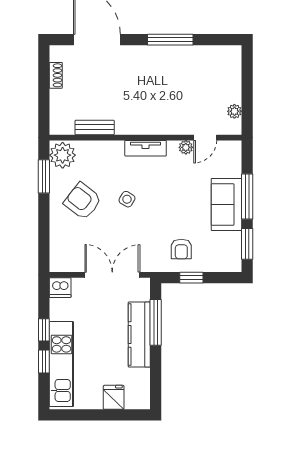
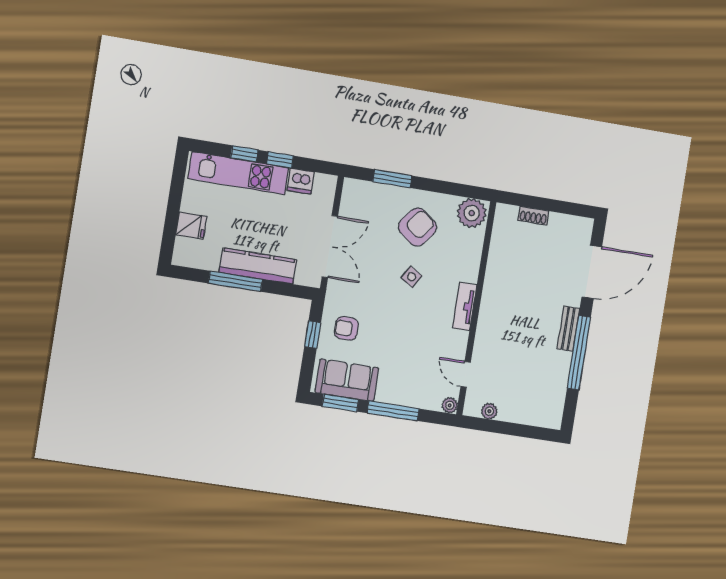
window: (170, 40) -> (579, 353), width x1.46
shoe rack: (56, 75) -> (533, 216), moved
bench: (95, 127) -> (568, 329), moved
plant: (186, 147) -> (450, 405), moved
window: (44, 176) -> (392, 179), moved
sofa: (226, 204) -> (347, 380), moved
dishwasher: (60, 288) -> (301, 181), moved, turned -90
window: (156, 322) -> (235, 281), moved

